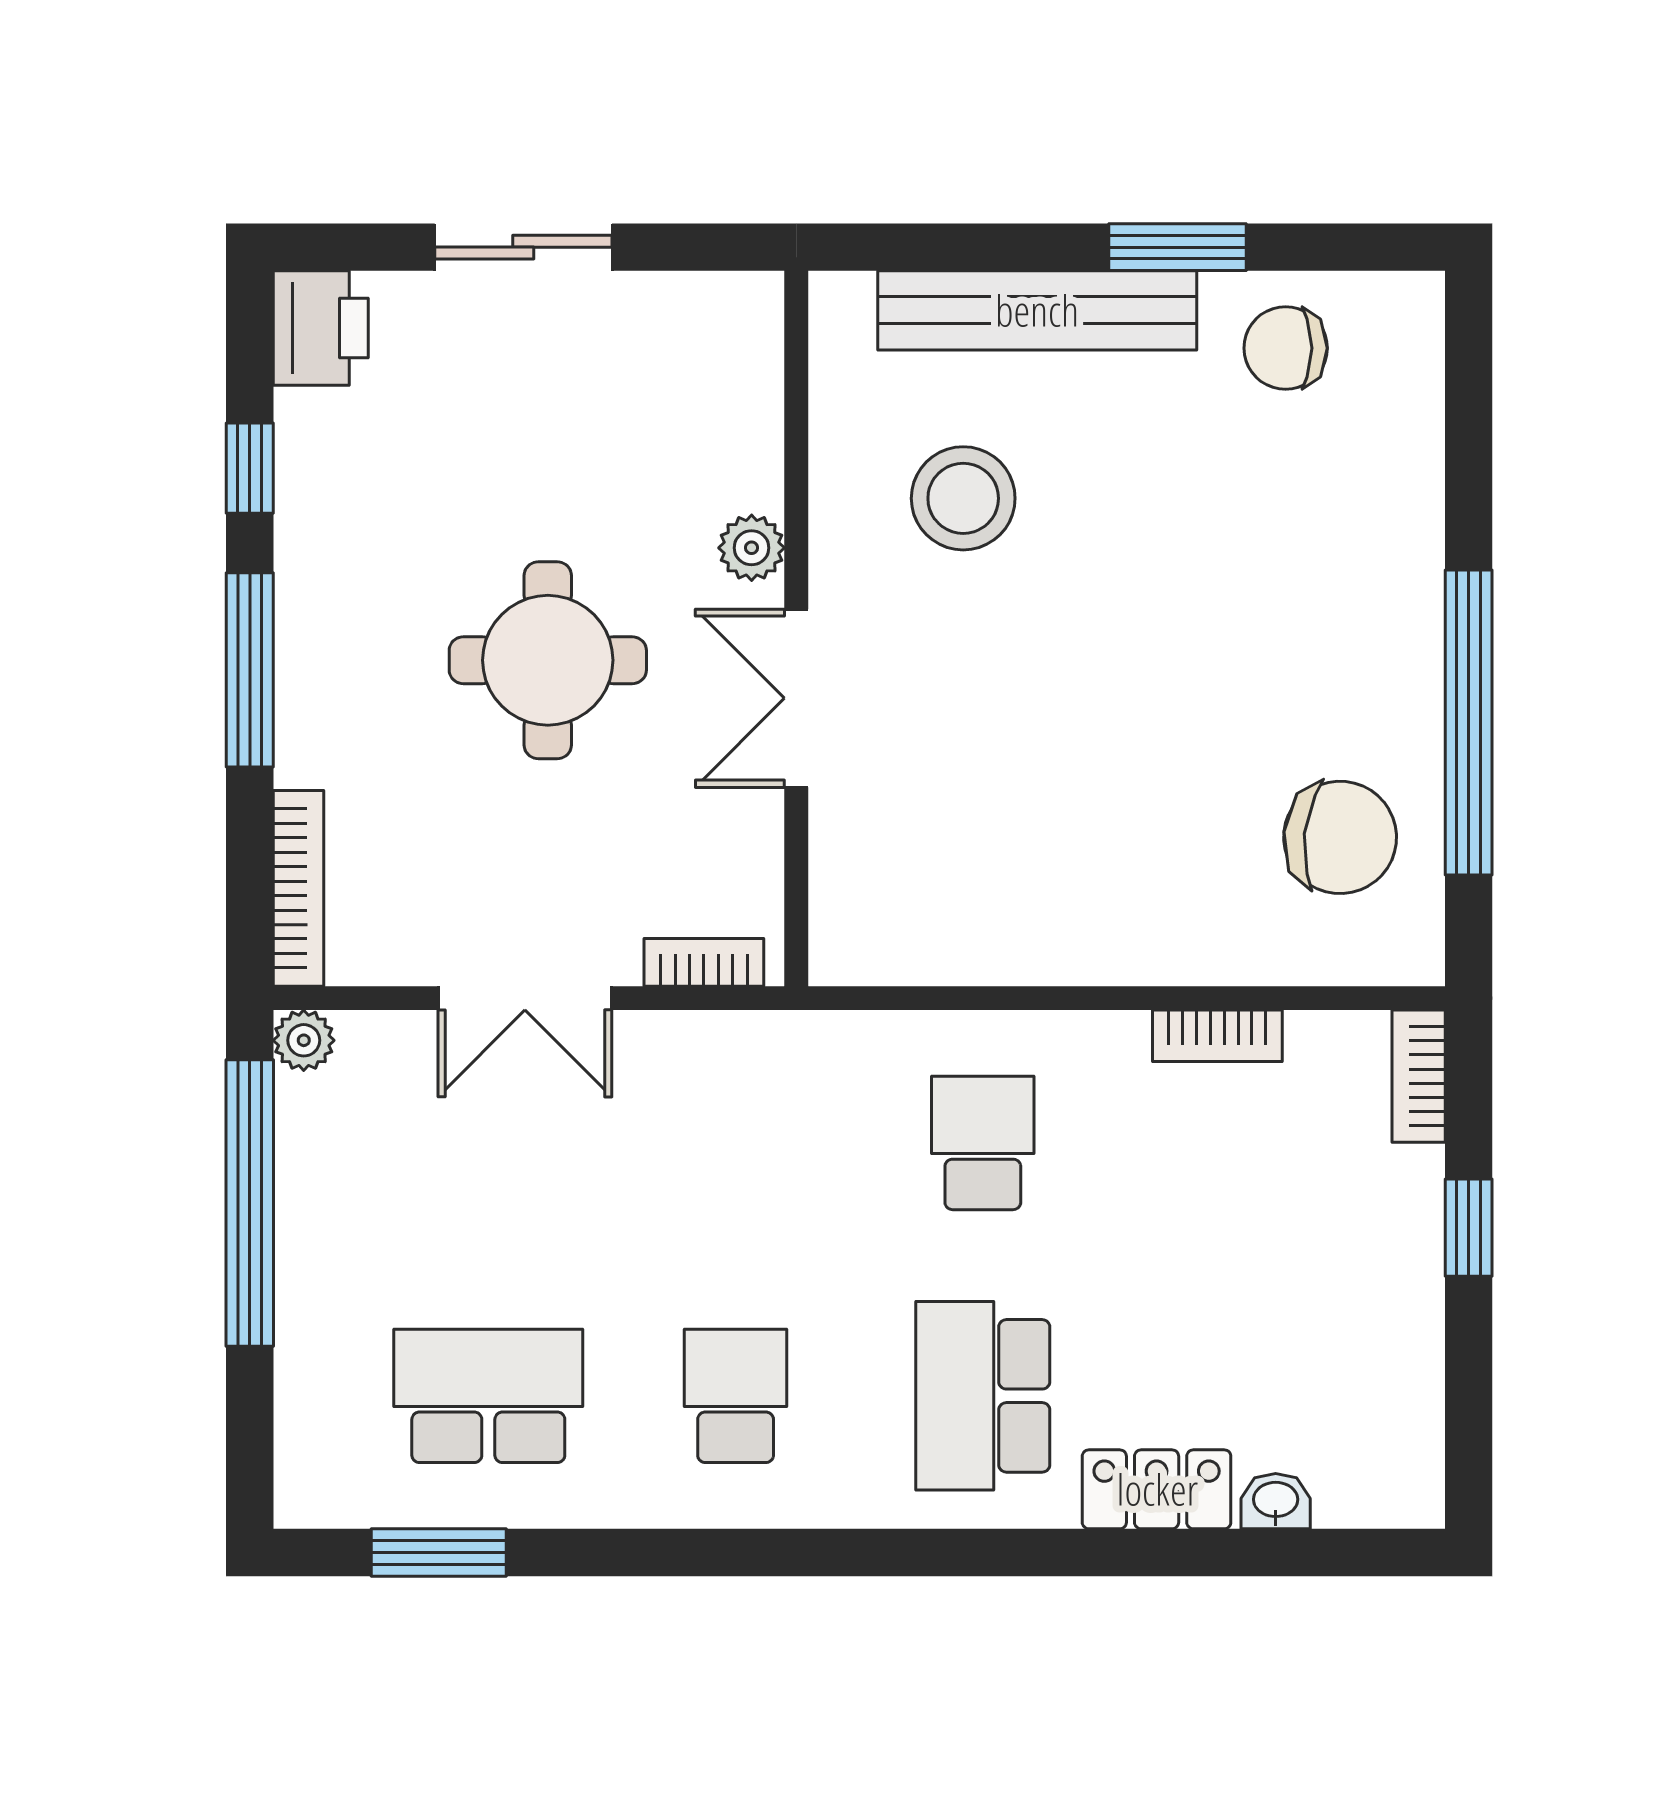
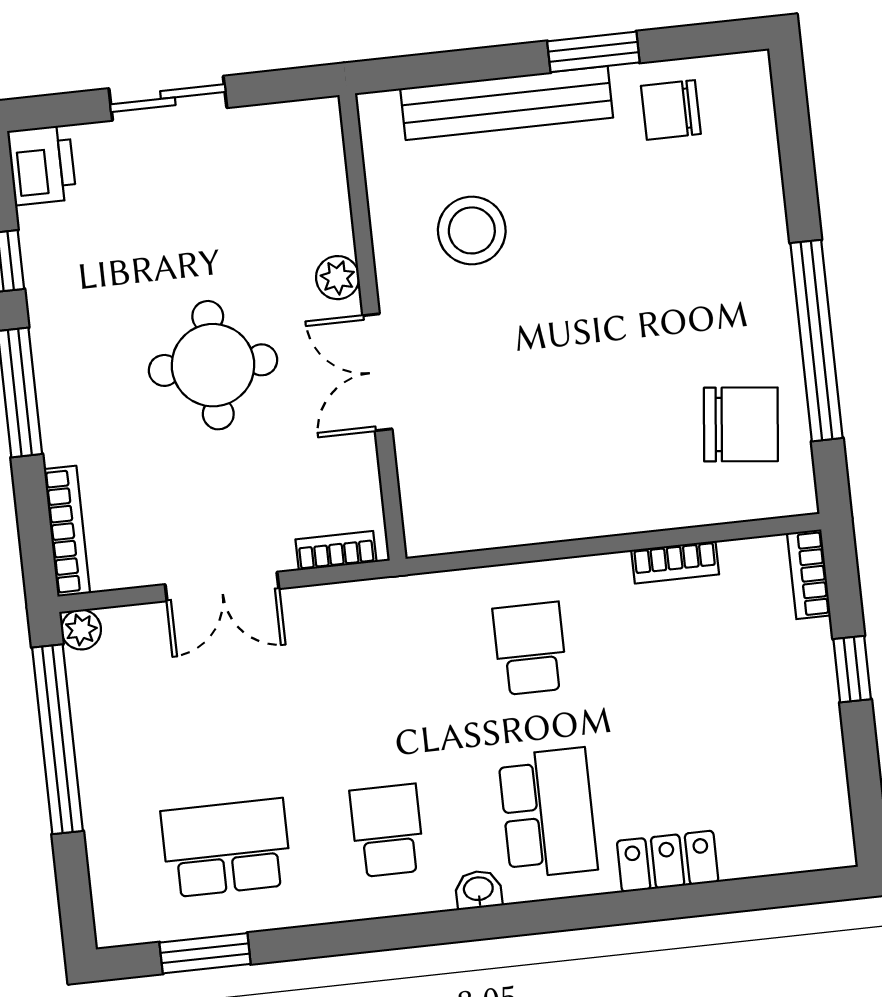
school desk: (983, 1396) -> (548, 813), turned 180
washbasin: (1276, 1501) -> (478, 890), moved

